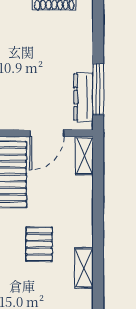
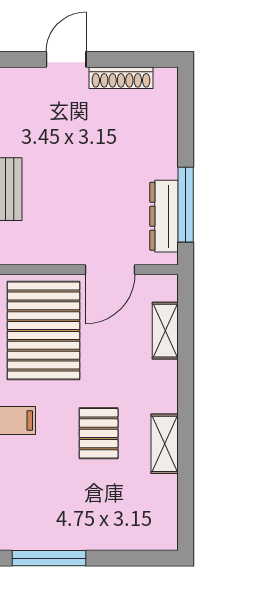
shelving: (84, 156) -> (165, 331), moved
shelving: (84, 268) -> (165, 444), moved

